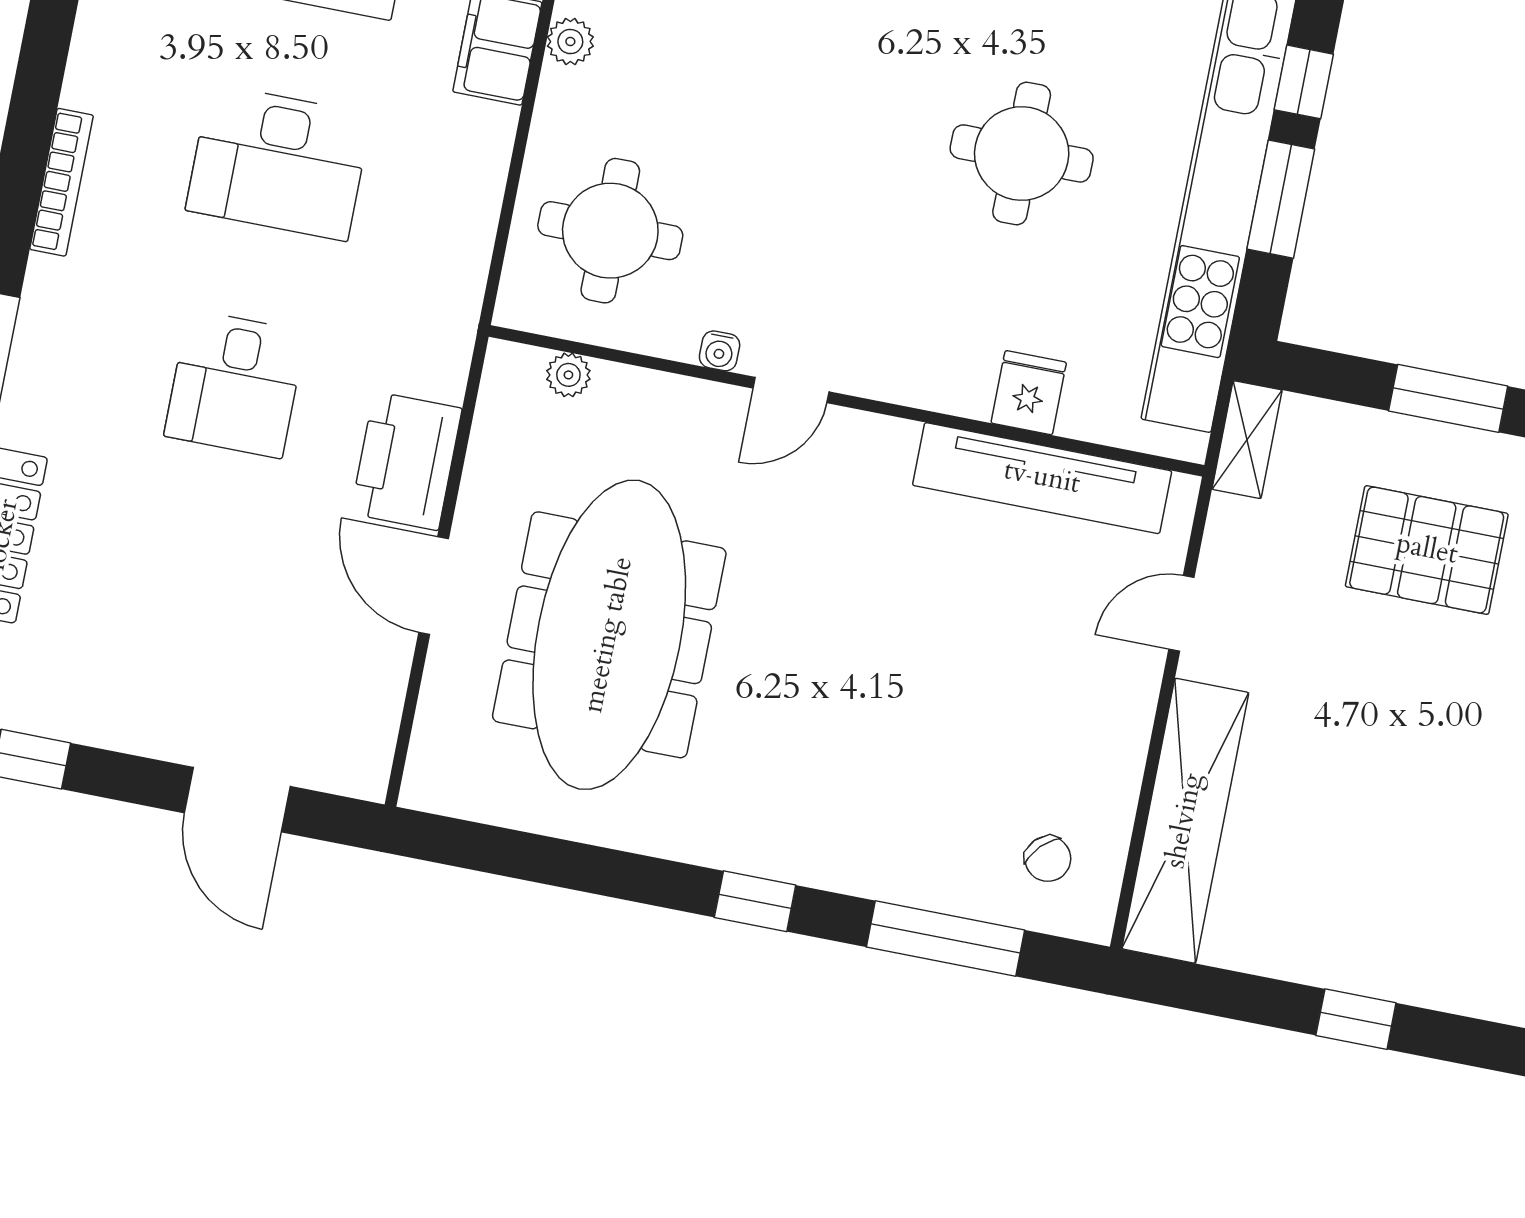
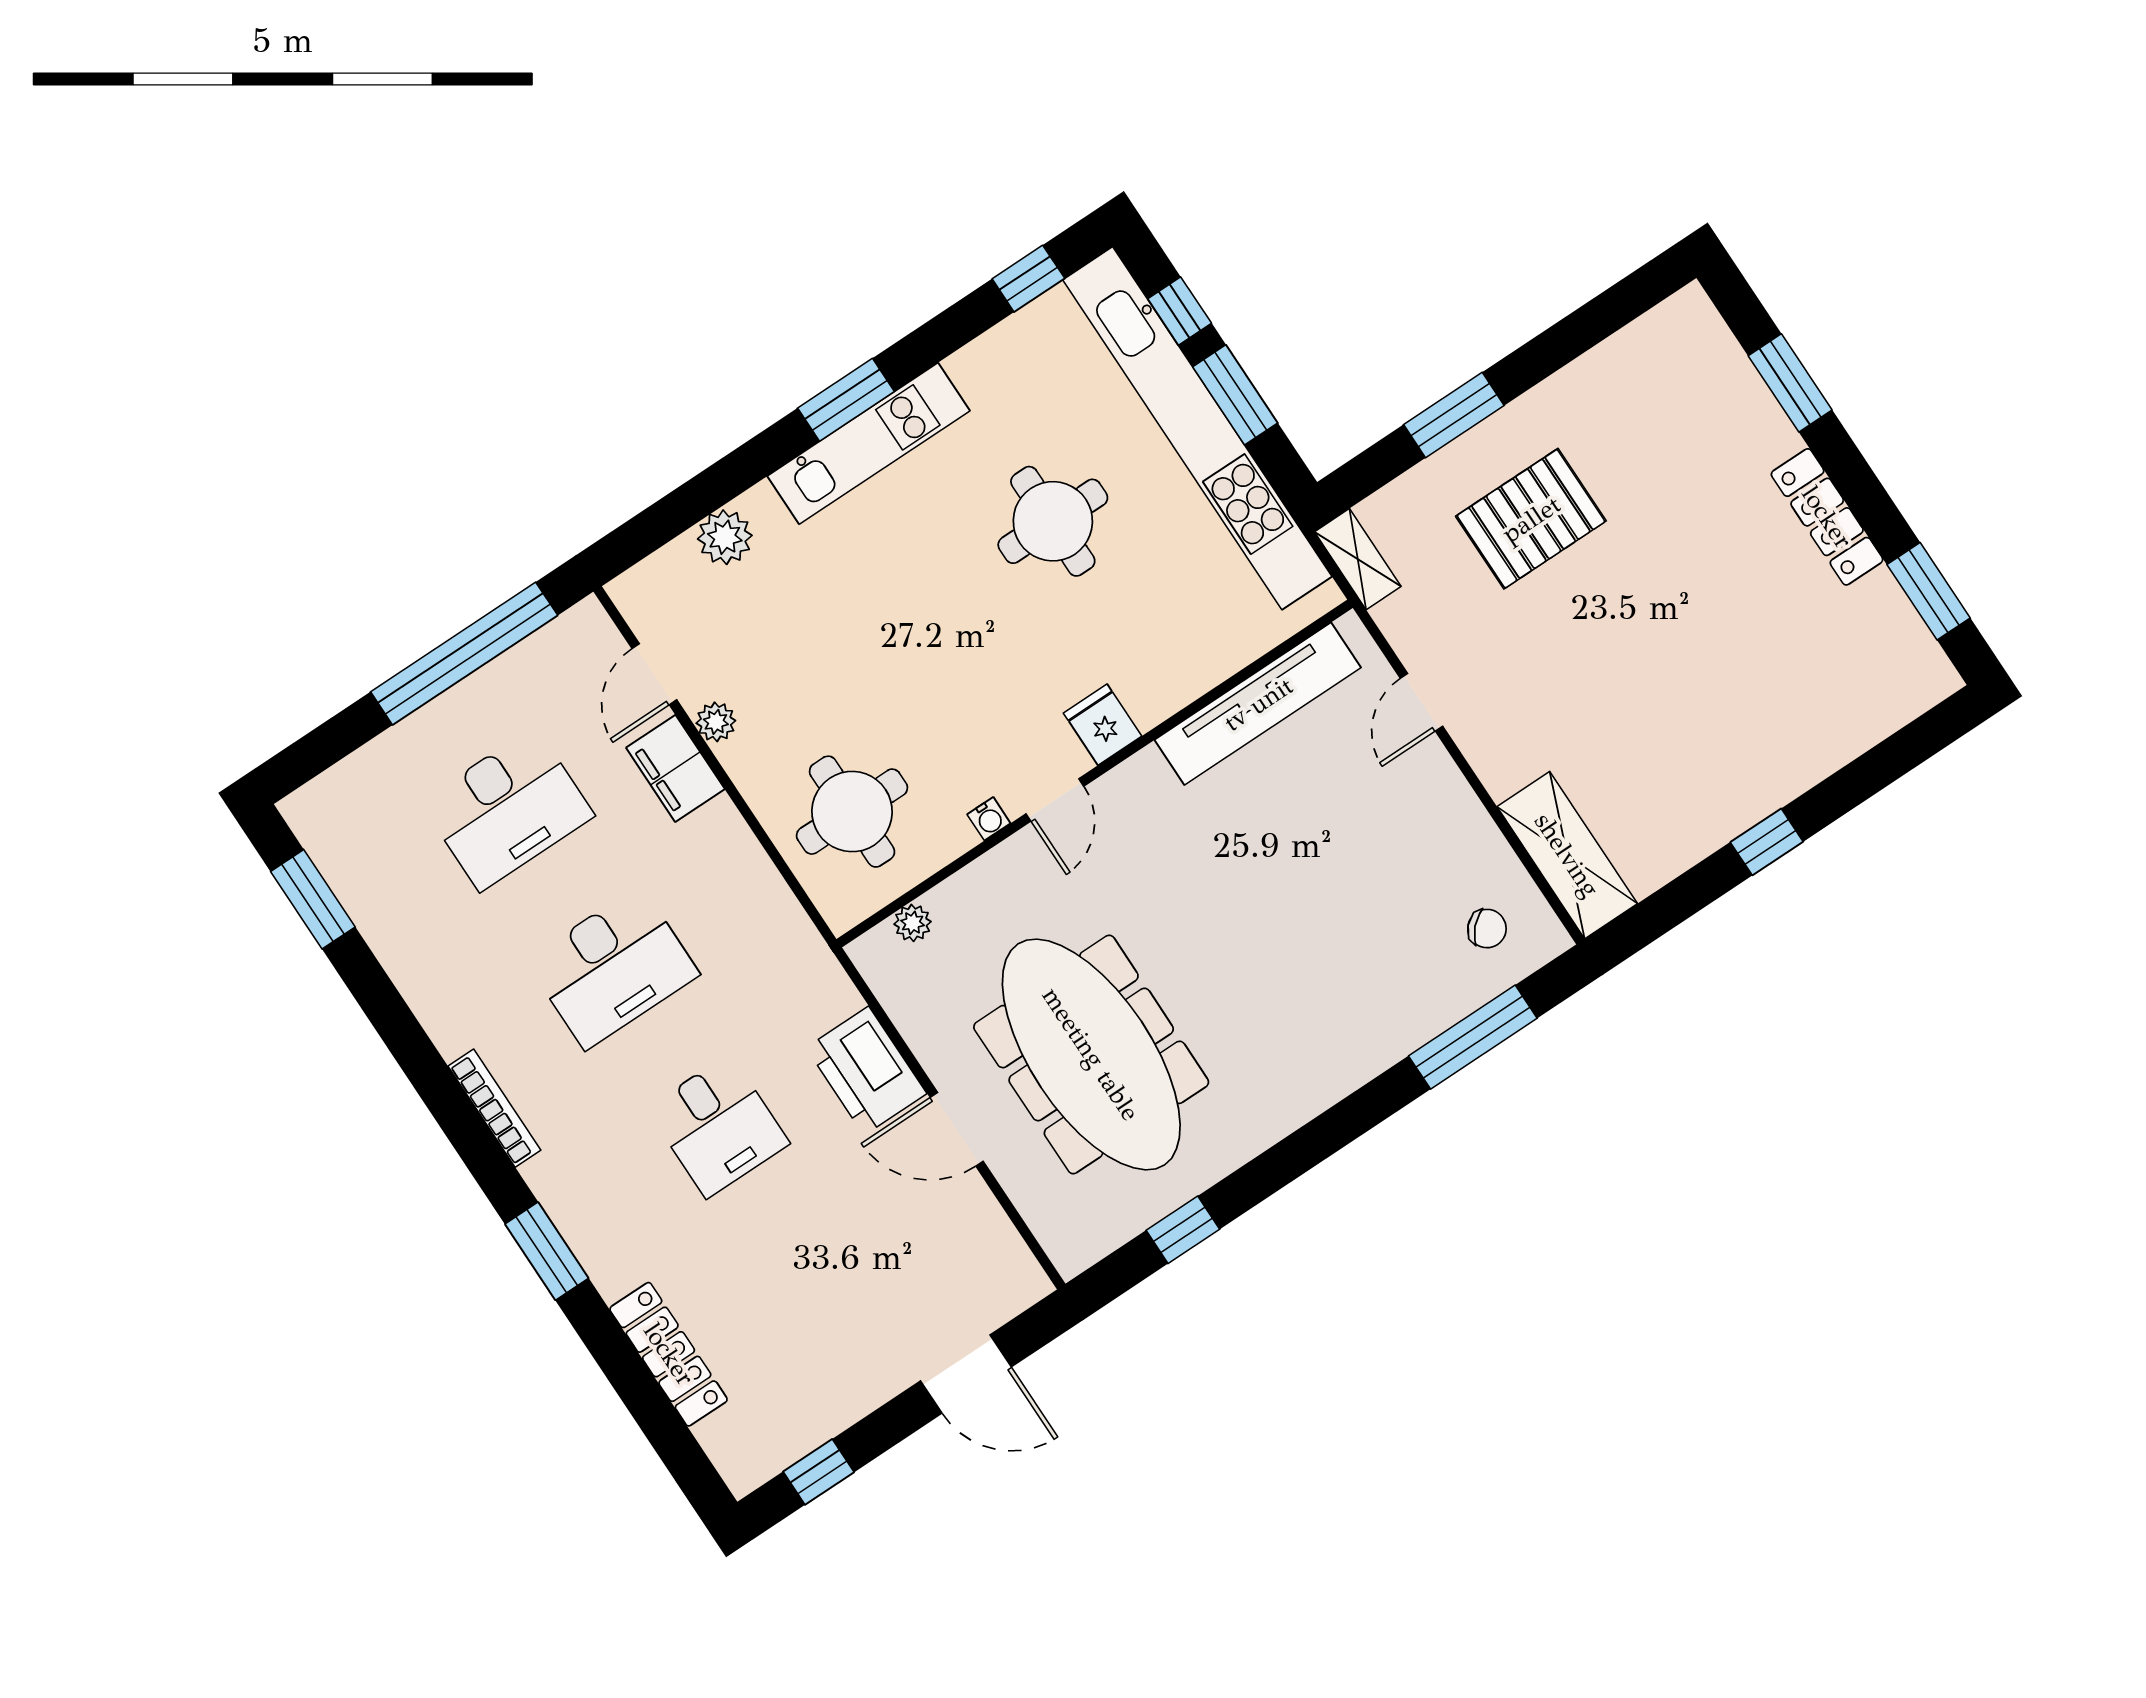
fridge: (1029, 393) -> (1103, 725), moved
shelving: (1185, 821) -> (1567, 855), width x0.68
window: (755, 901) -> (1183, 1230), moved

